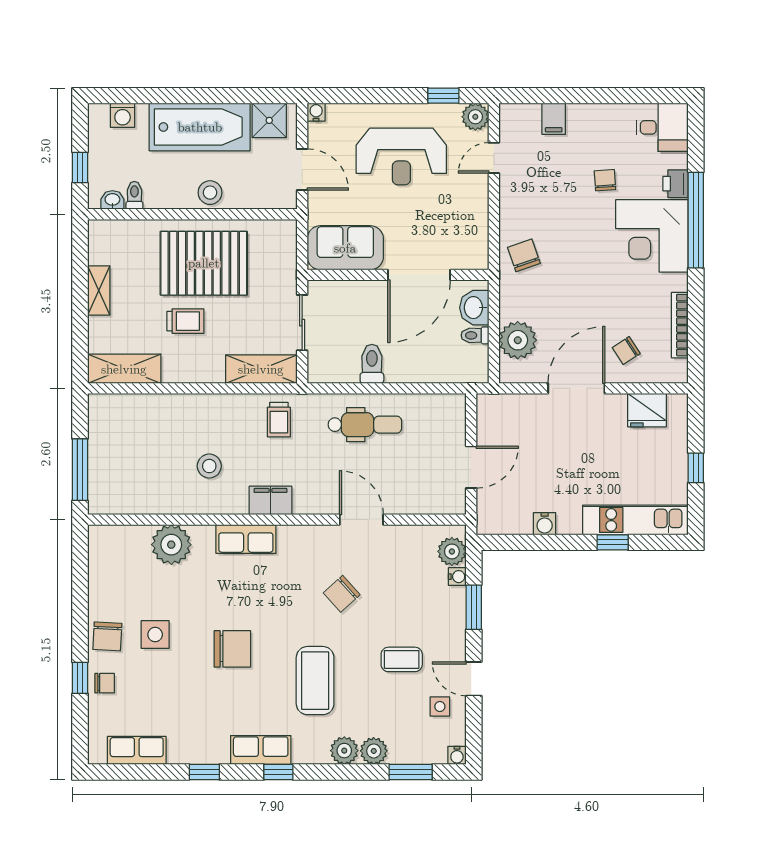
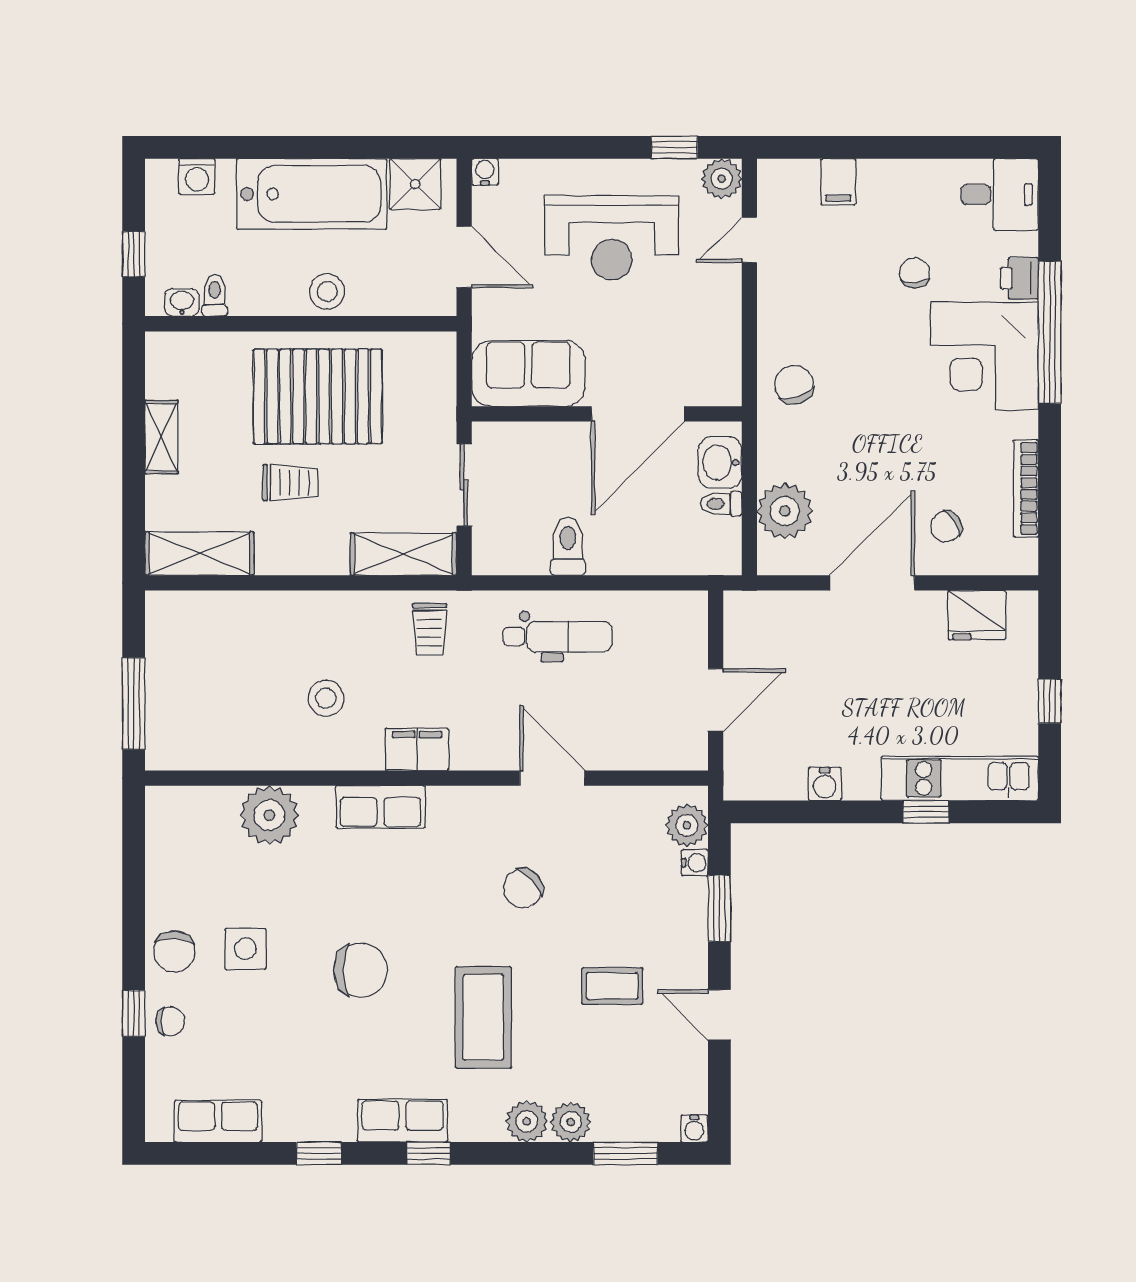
side table: (440, 707) -> (669, 1056), removed

